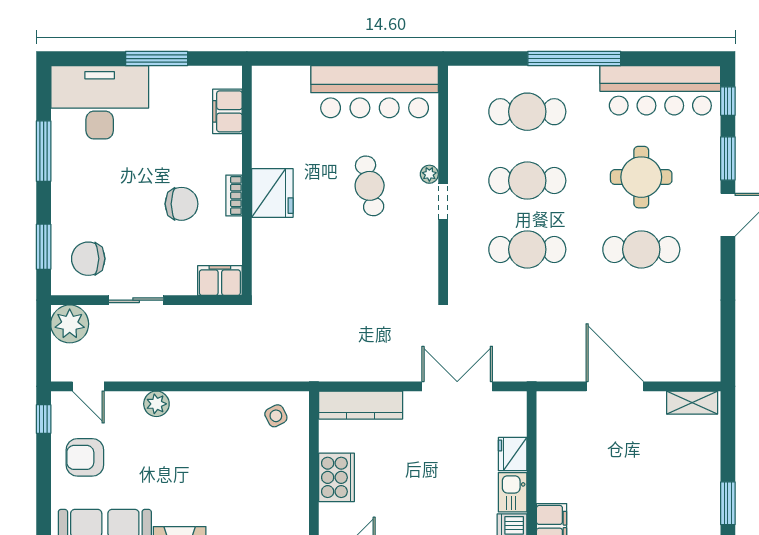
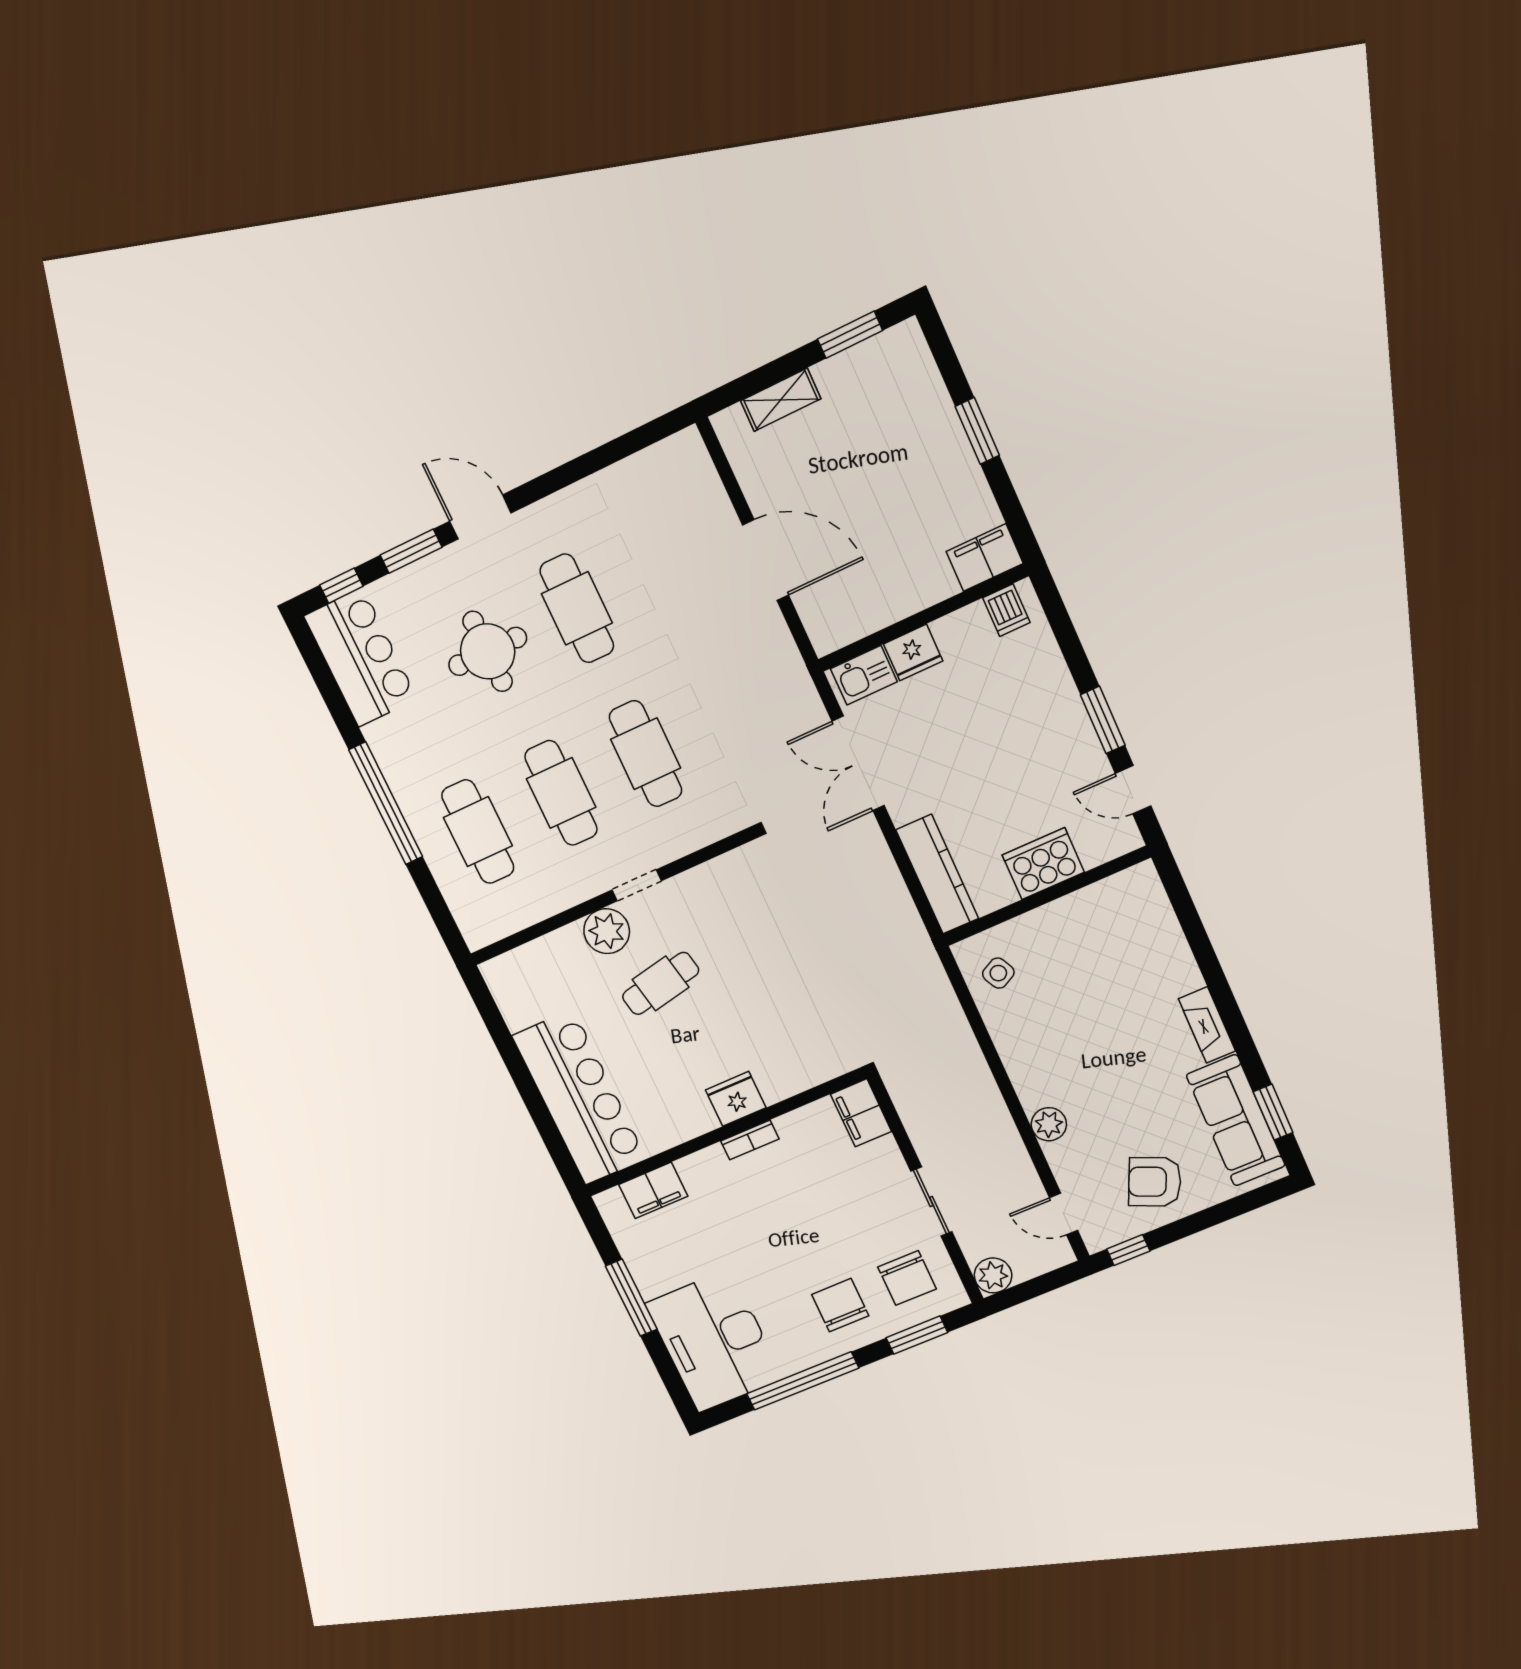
bar counter: (660, 90) -> (361, 658), width x0.73
bar counter: (375, 92) -> (579, 1097), moved
window: (44, 151) -> (803, 1381), width x1.46
plant: (429, 174) -> (607, 931), width x1.88, depth x1.88
fridge: (272, 193) -> (736, 1099), width x0.73, depth x0.75
chair: (182, 204) -> (840, 1305), moved
plant: (70, 324) -> (993, 1275), width x0.73, depth x0.73
door: (88, 386) -> (1064, 1214), swing flipped
door: (615, 386) -> (766, 560), swing flipped
shelving: (692, 403) -> (781, 400), moved, turned 90
armchair: (85, 457) -> (1155, 1182), turned 114
kitchen sink: (513, 492) -> (864, 675), moved

